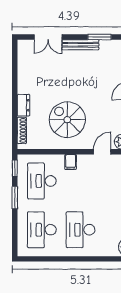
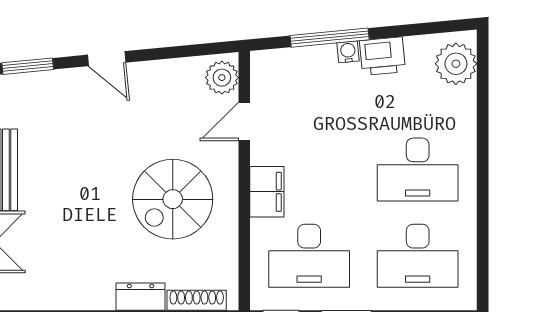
door: (102, 152) -> (244, 121), hinge flipped
filing cabinet: (71, 162) -> (267, 192), width x2.00

